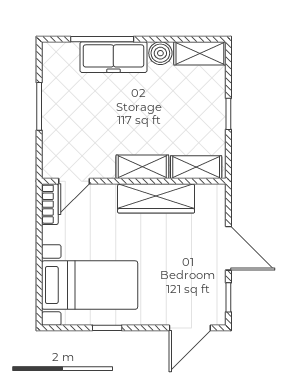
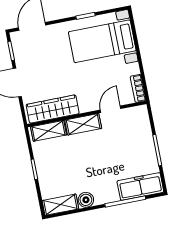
freezer: (113, 57) -> (140, 186), moved
door: (74, 181) -> (111, 109), moved
wardrobe: (156, 198) -> (53, 109), moved

